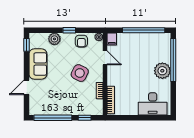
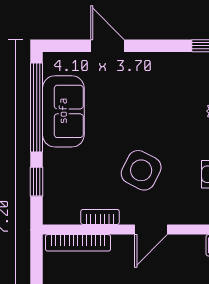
door: (105, 58) -> (151, 230), moved
sofa: (38, 64) -> (63, 111), moved, turned -90

